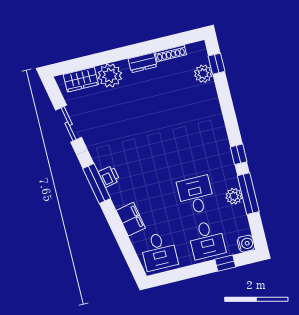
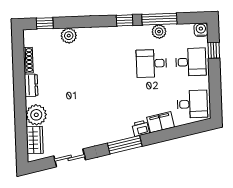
plant: (203, 74) -> (69, 36), moved
printer: (109, 176) -> (141, 128), moved

